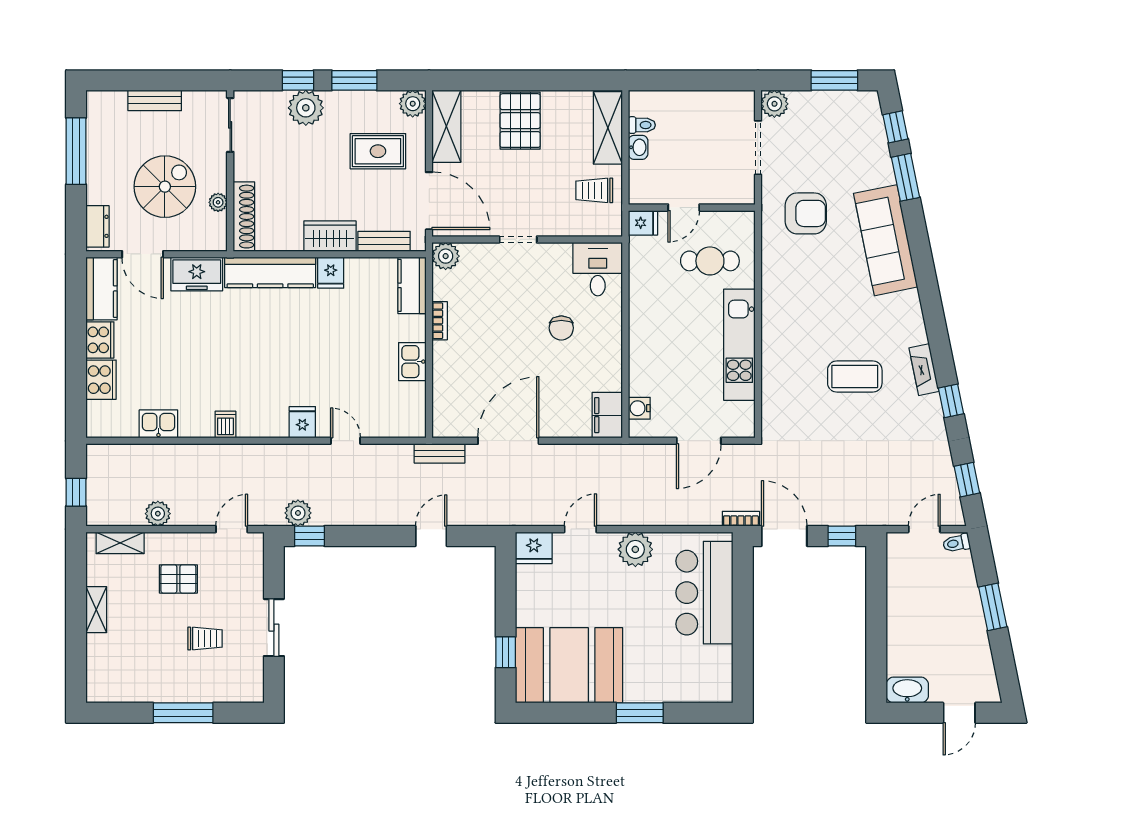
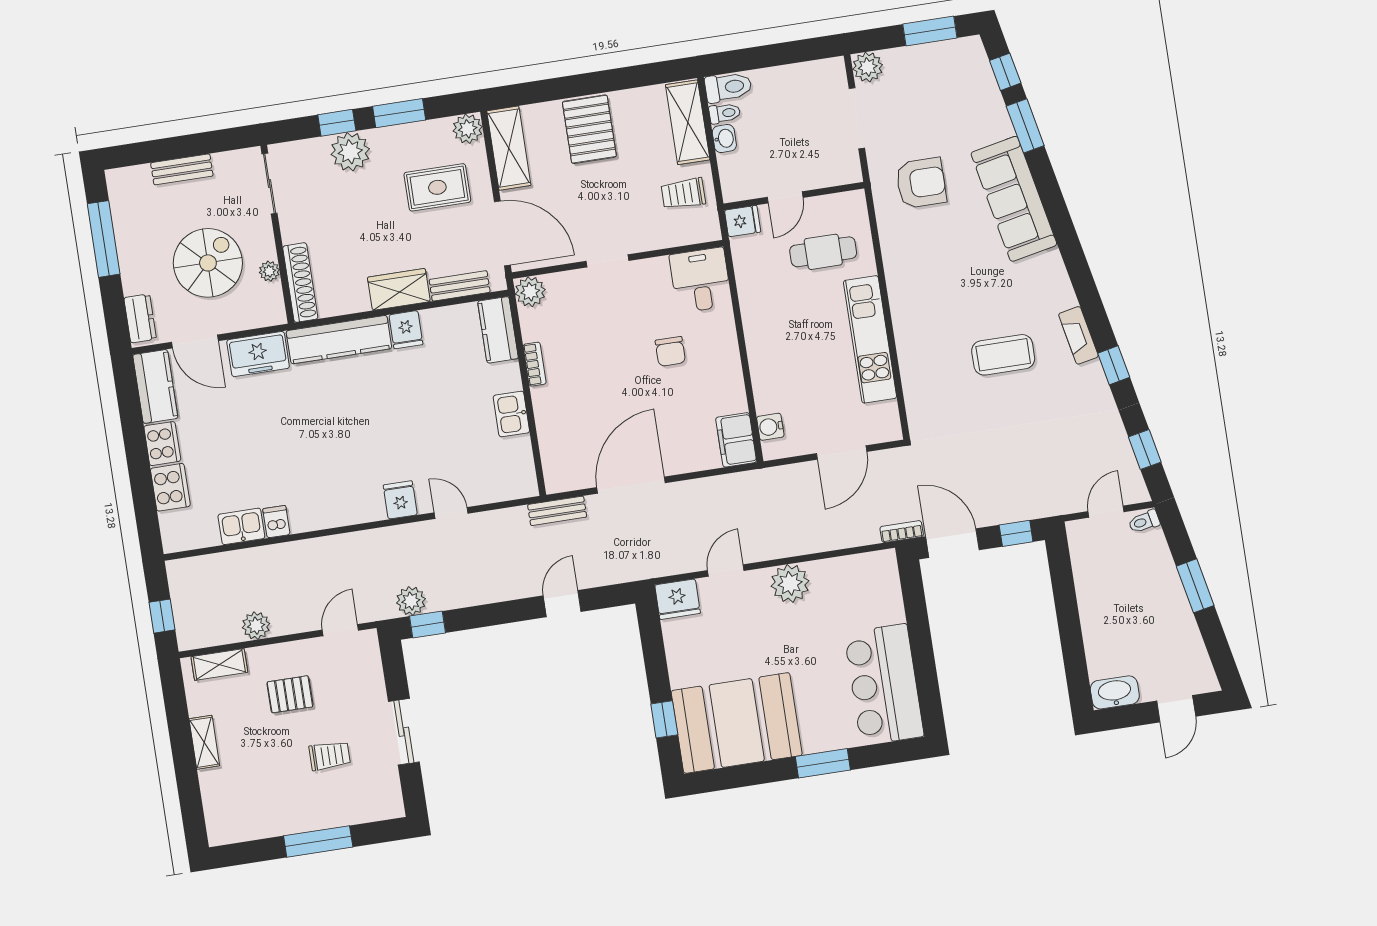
toilet: (649, 103) -> (728, 87), added
dishwasher: (225, 424) -> (276, 522), moved
bar counter: (704, 593) -> (884, 685), moved

